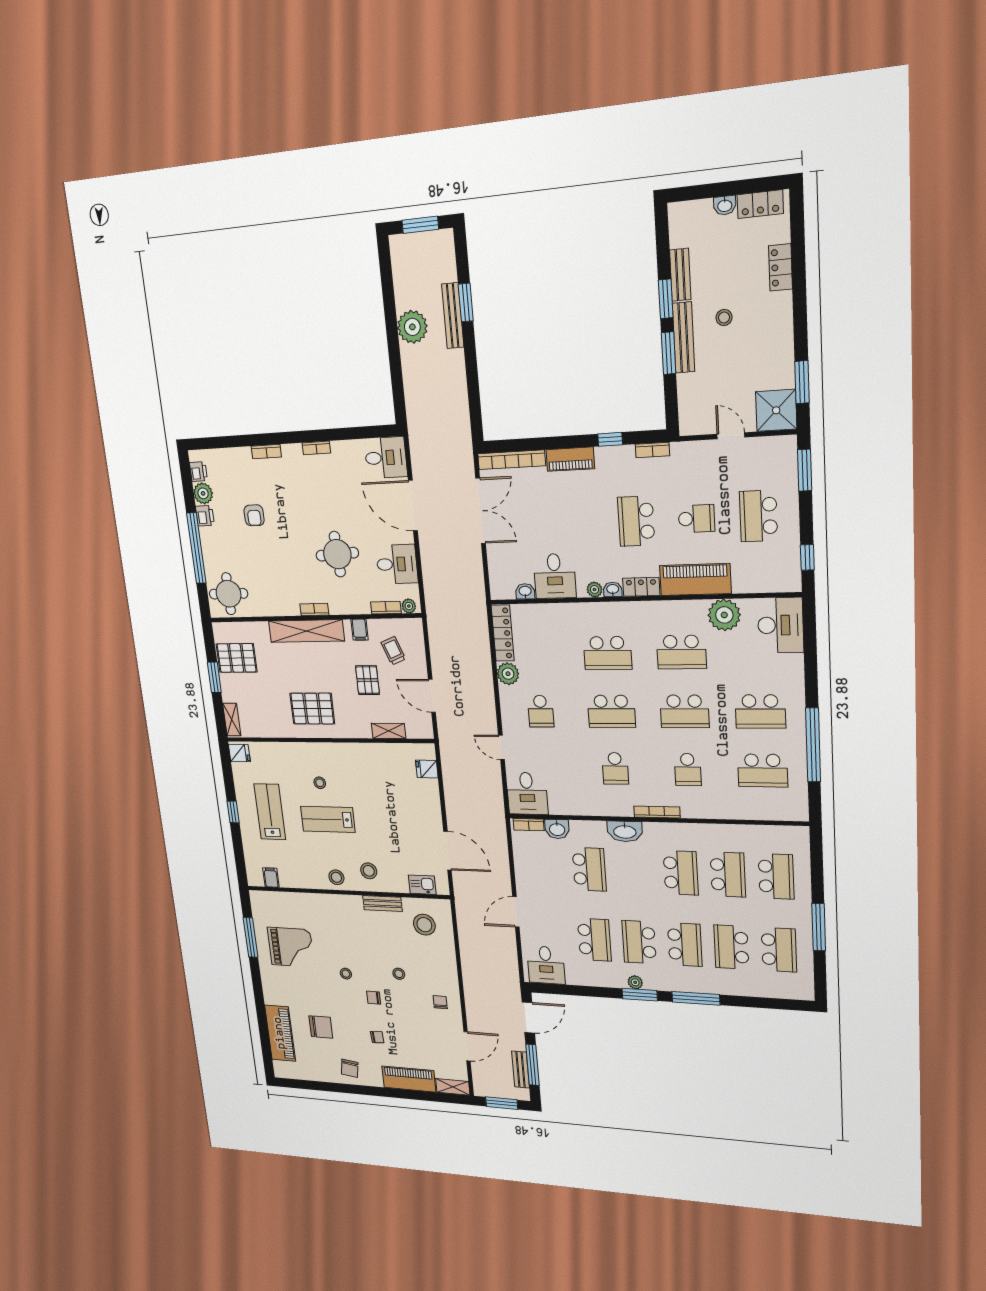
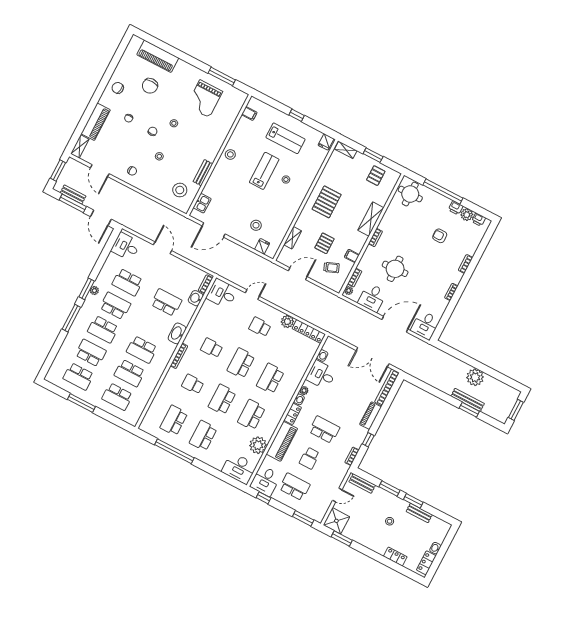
bench: (684, 337) -> (362, 483), moved, width x0.73
desk: (777, 570) -> (265, 481), added
shelving: (306, 631) -> (371, 219), width x0.68
pallet: (237, 658) -> (376, 176), width x0.67, depth x0.71
pallet: (367, 680) -> (324, 243), turned 90
school desk: (589, 869) -> (166, 302), turned 180
stool: (369, 871) -> (256, 225), moved

